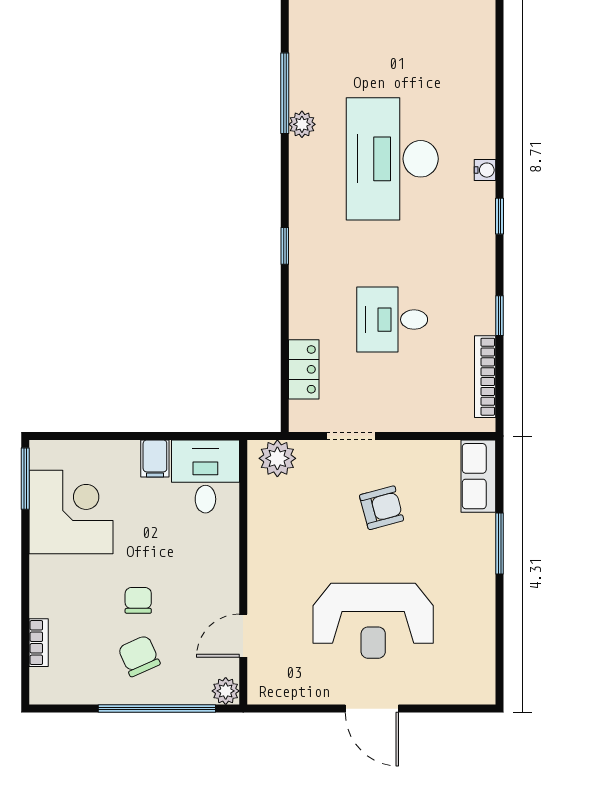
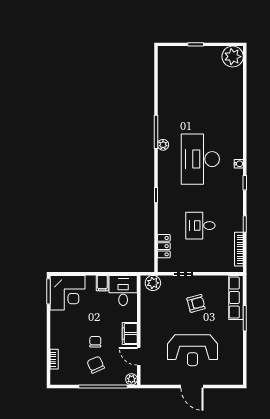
row of seats: (478, 476) -> (236, 298), width x1.48
corner desk: (71, 512) -> (68, 293), moved, turned 90
filing cabinet: (221, 581) -> (130, 334), added
door: (243, 636) -> (139, 356), hinge flipped

